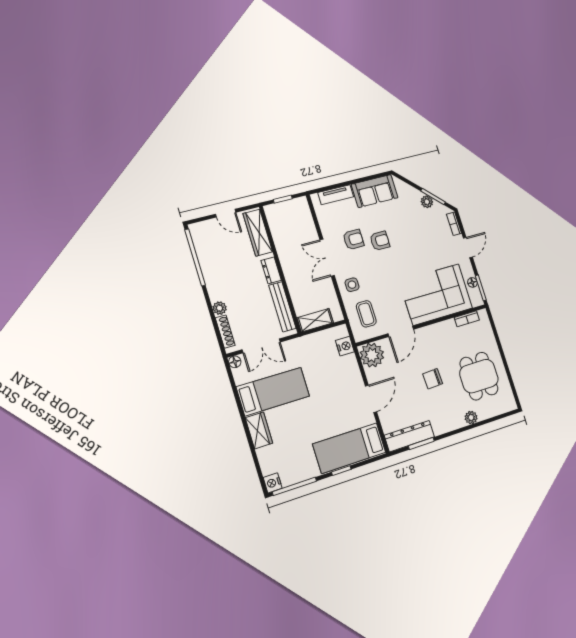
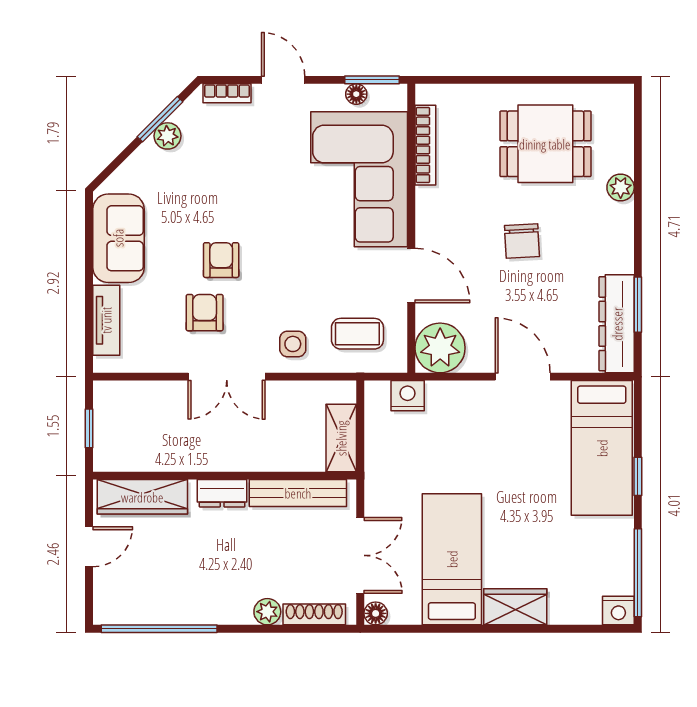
bookcase: (467, 319) -> (425, 145), width x1.56

